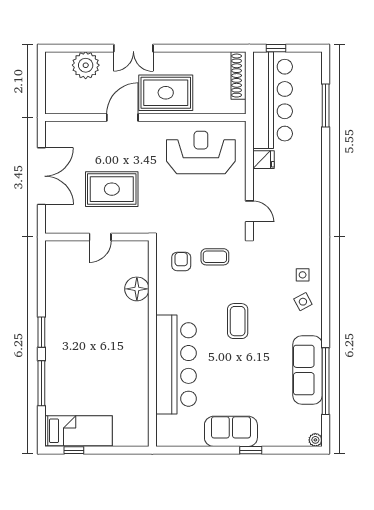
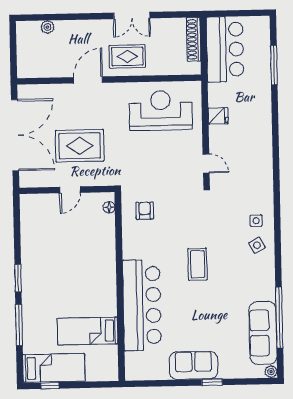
double door: (133, 48) -> (132, 16), moved
window: (276, 48) -> (227, 14), removed
plant: (86, 65) -> (47, 27), width x0.53, depth x0.53
rug: (166, 93) -> (127, 56), width x0.73, depth x0.70
bar counter: (273, 100) -> (225, 49), width x0.73
double door: (41, 176) -> (15, 135), width x1.36
coffee table: (215, 257) -> (175, 206), removed
floor lamp: (137, 289) -> (109, 207), moved, width x0.53, depth x0.53
sofa: (307, 370) -> (263, 333), moved
bed: (116, 391) -> (88, 331), added

